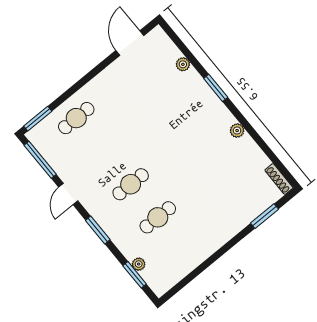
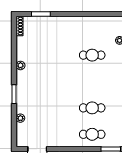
cafe table: (131, 184) -> (92, 108), moved

